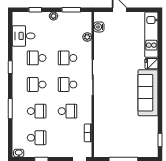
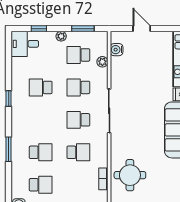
desk: (24, 36) -> (25, 44), moved
school desk: (37, 85) -> (78, 55), moved
round table: (110, 130) -> (130, 175), added

